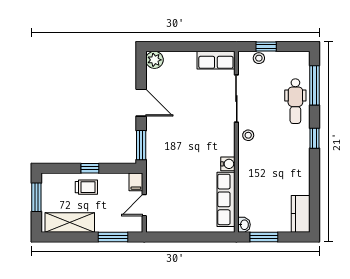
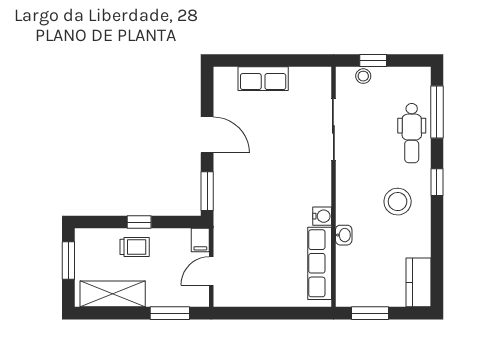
plant: (154, 60) -> (225, 78), removed
row of seats: (216, 60) -> (263, 79), moved
stool: (248, 135) -> (398, 202), moved, width x1.89, depth x1.89
washbasin: (244, 225) -> (344, 235), moved

